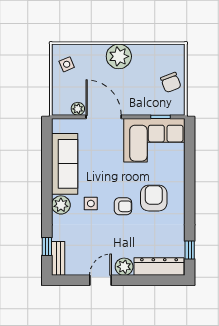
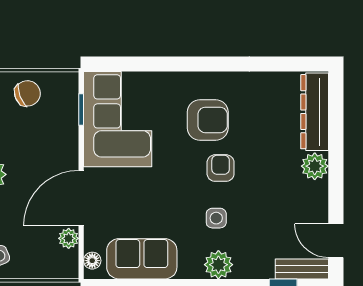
floor lamp: (64, 124) -> (92, 261), added
sofa: (65, 164) -> (142, 259), width x0.73
armchair: (154, 198) -> (208, 120), turned 180
window: (190, 250) -> (289, 64), removed
door: (101, 280) -> (336, 241), moved

